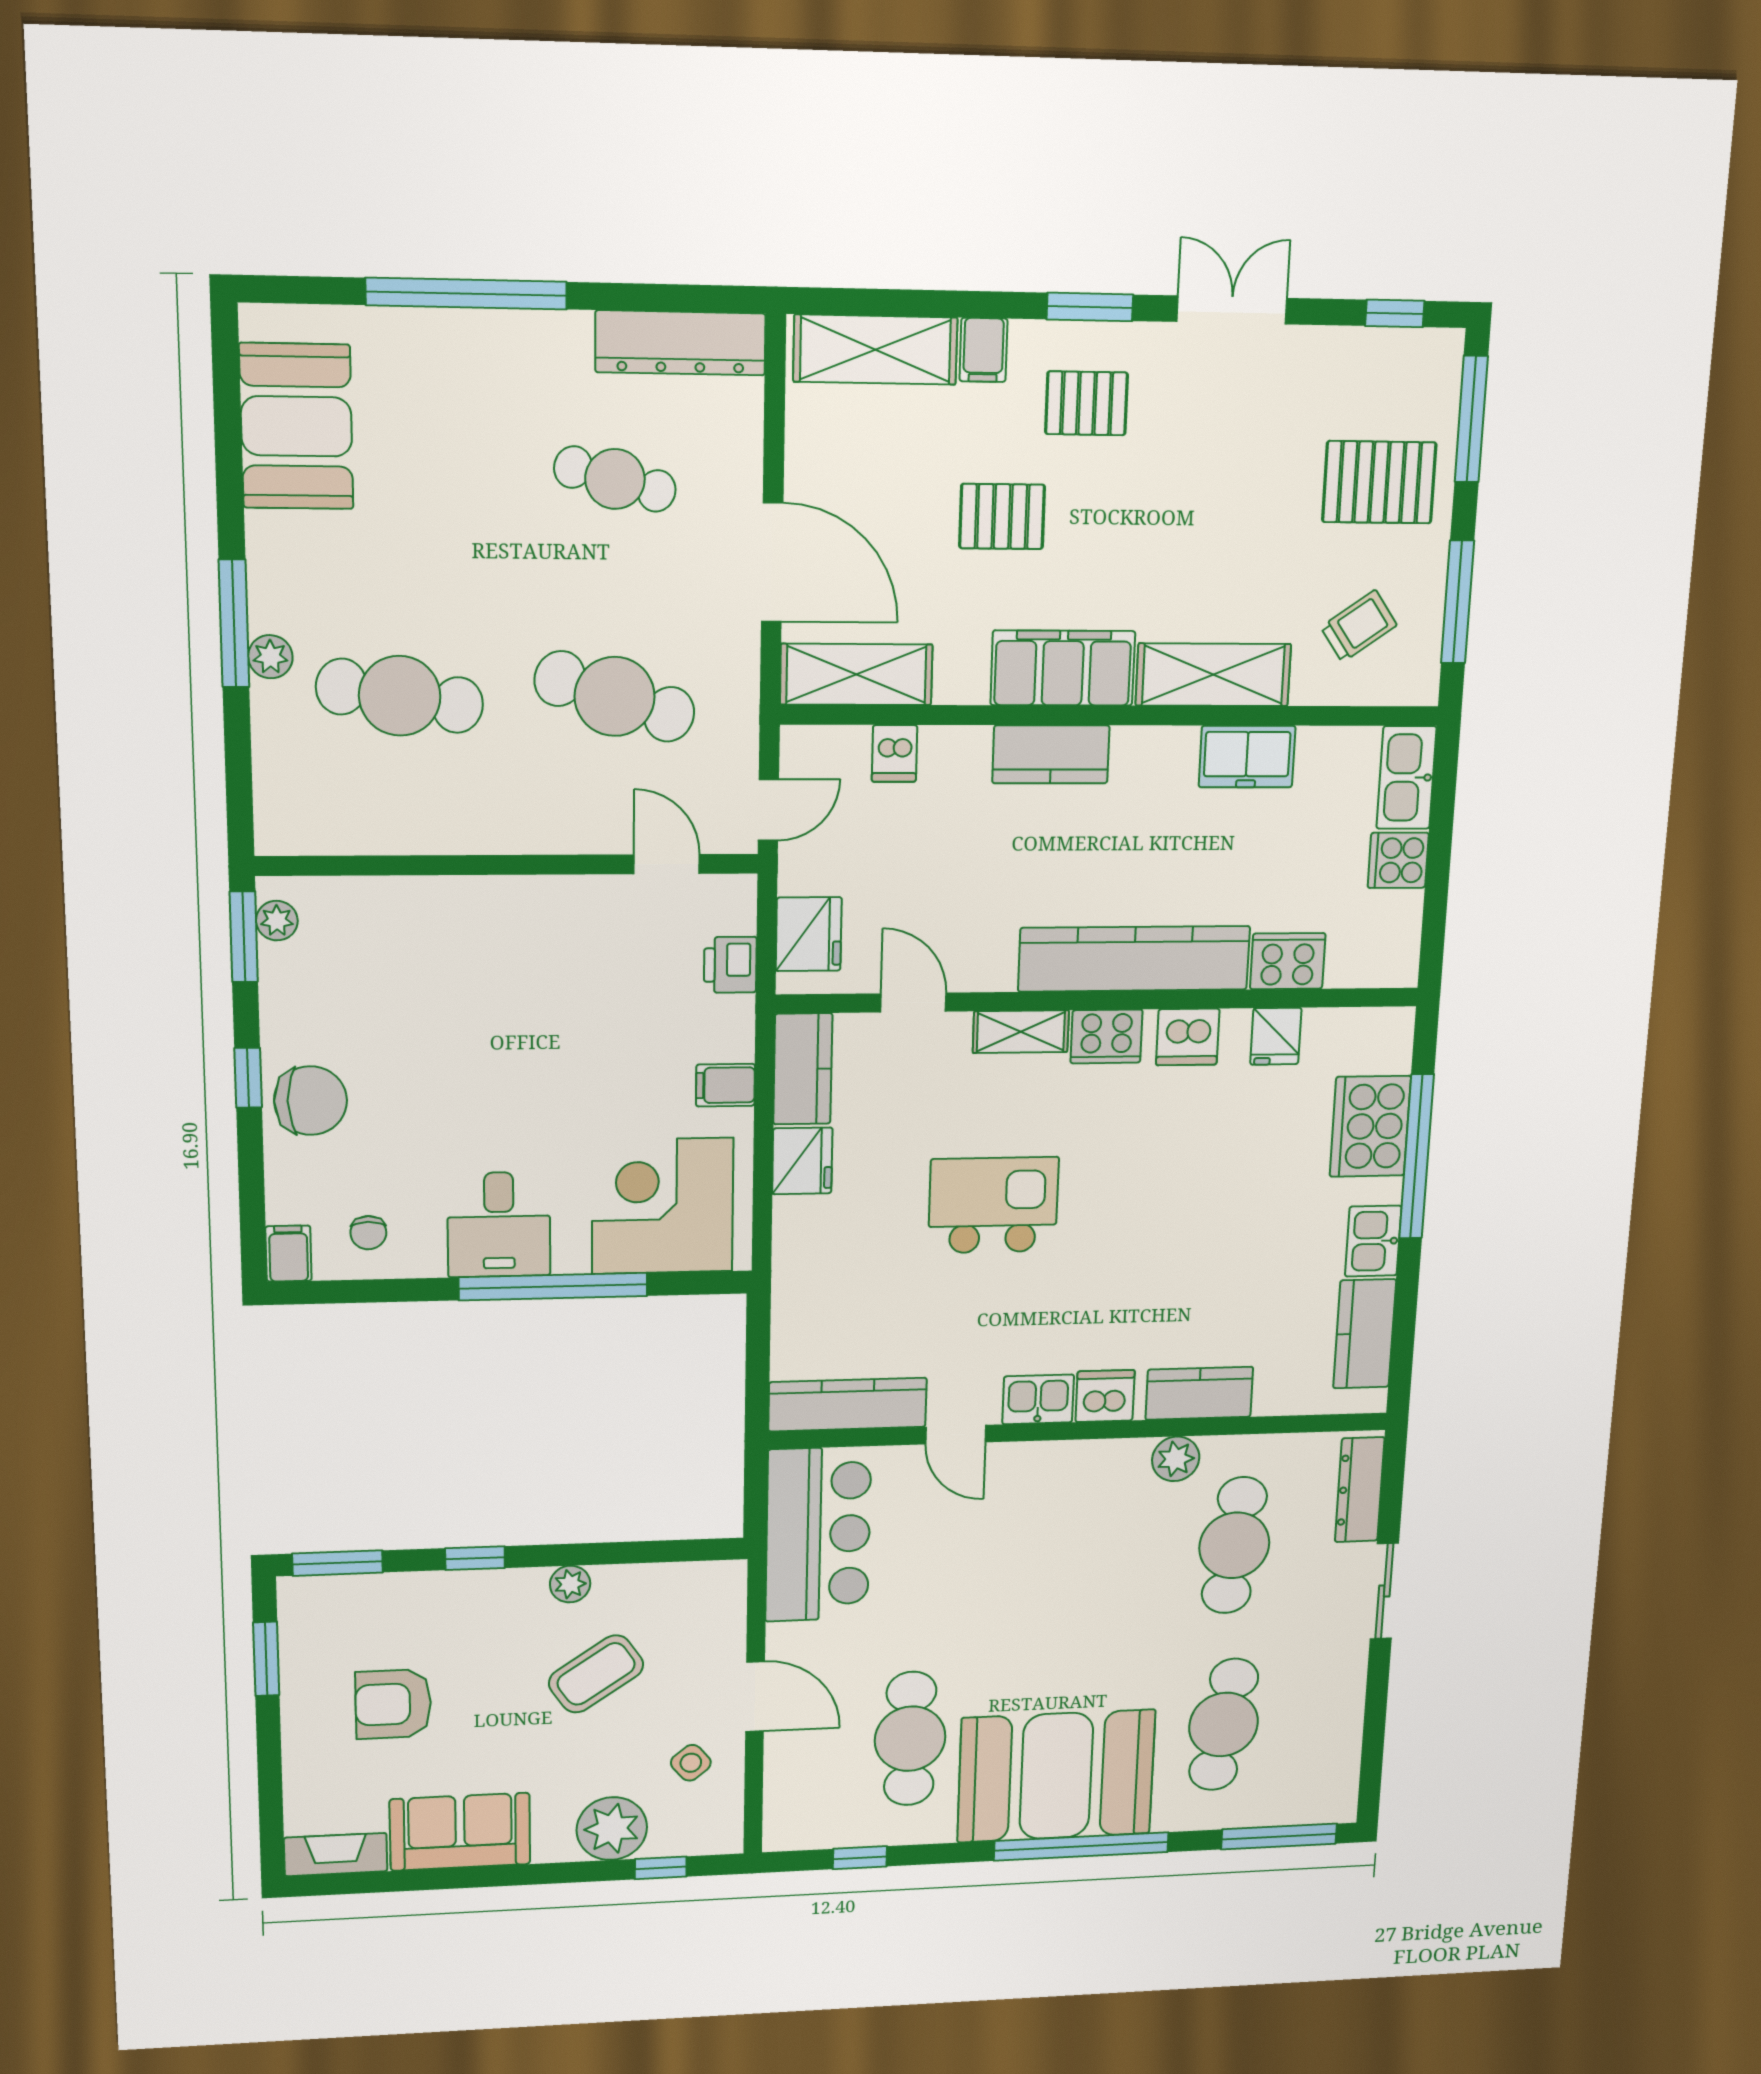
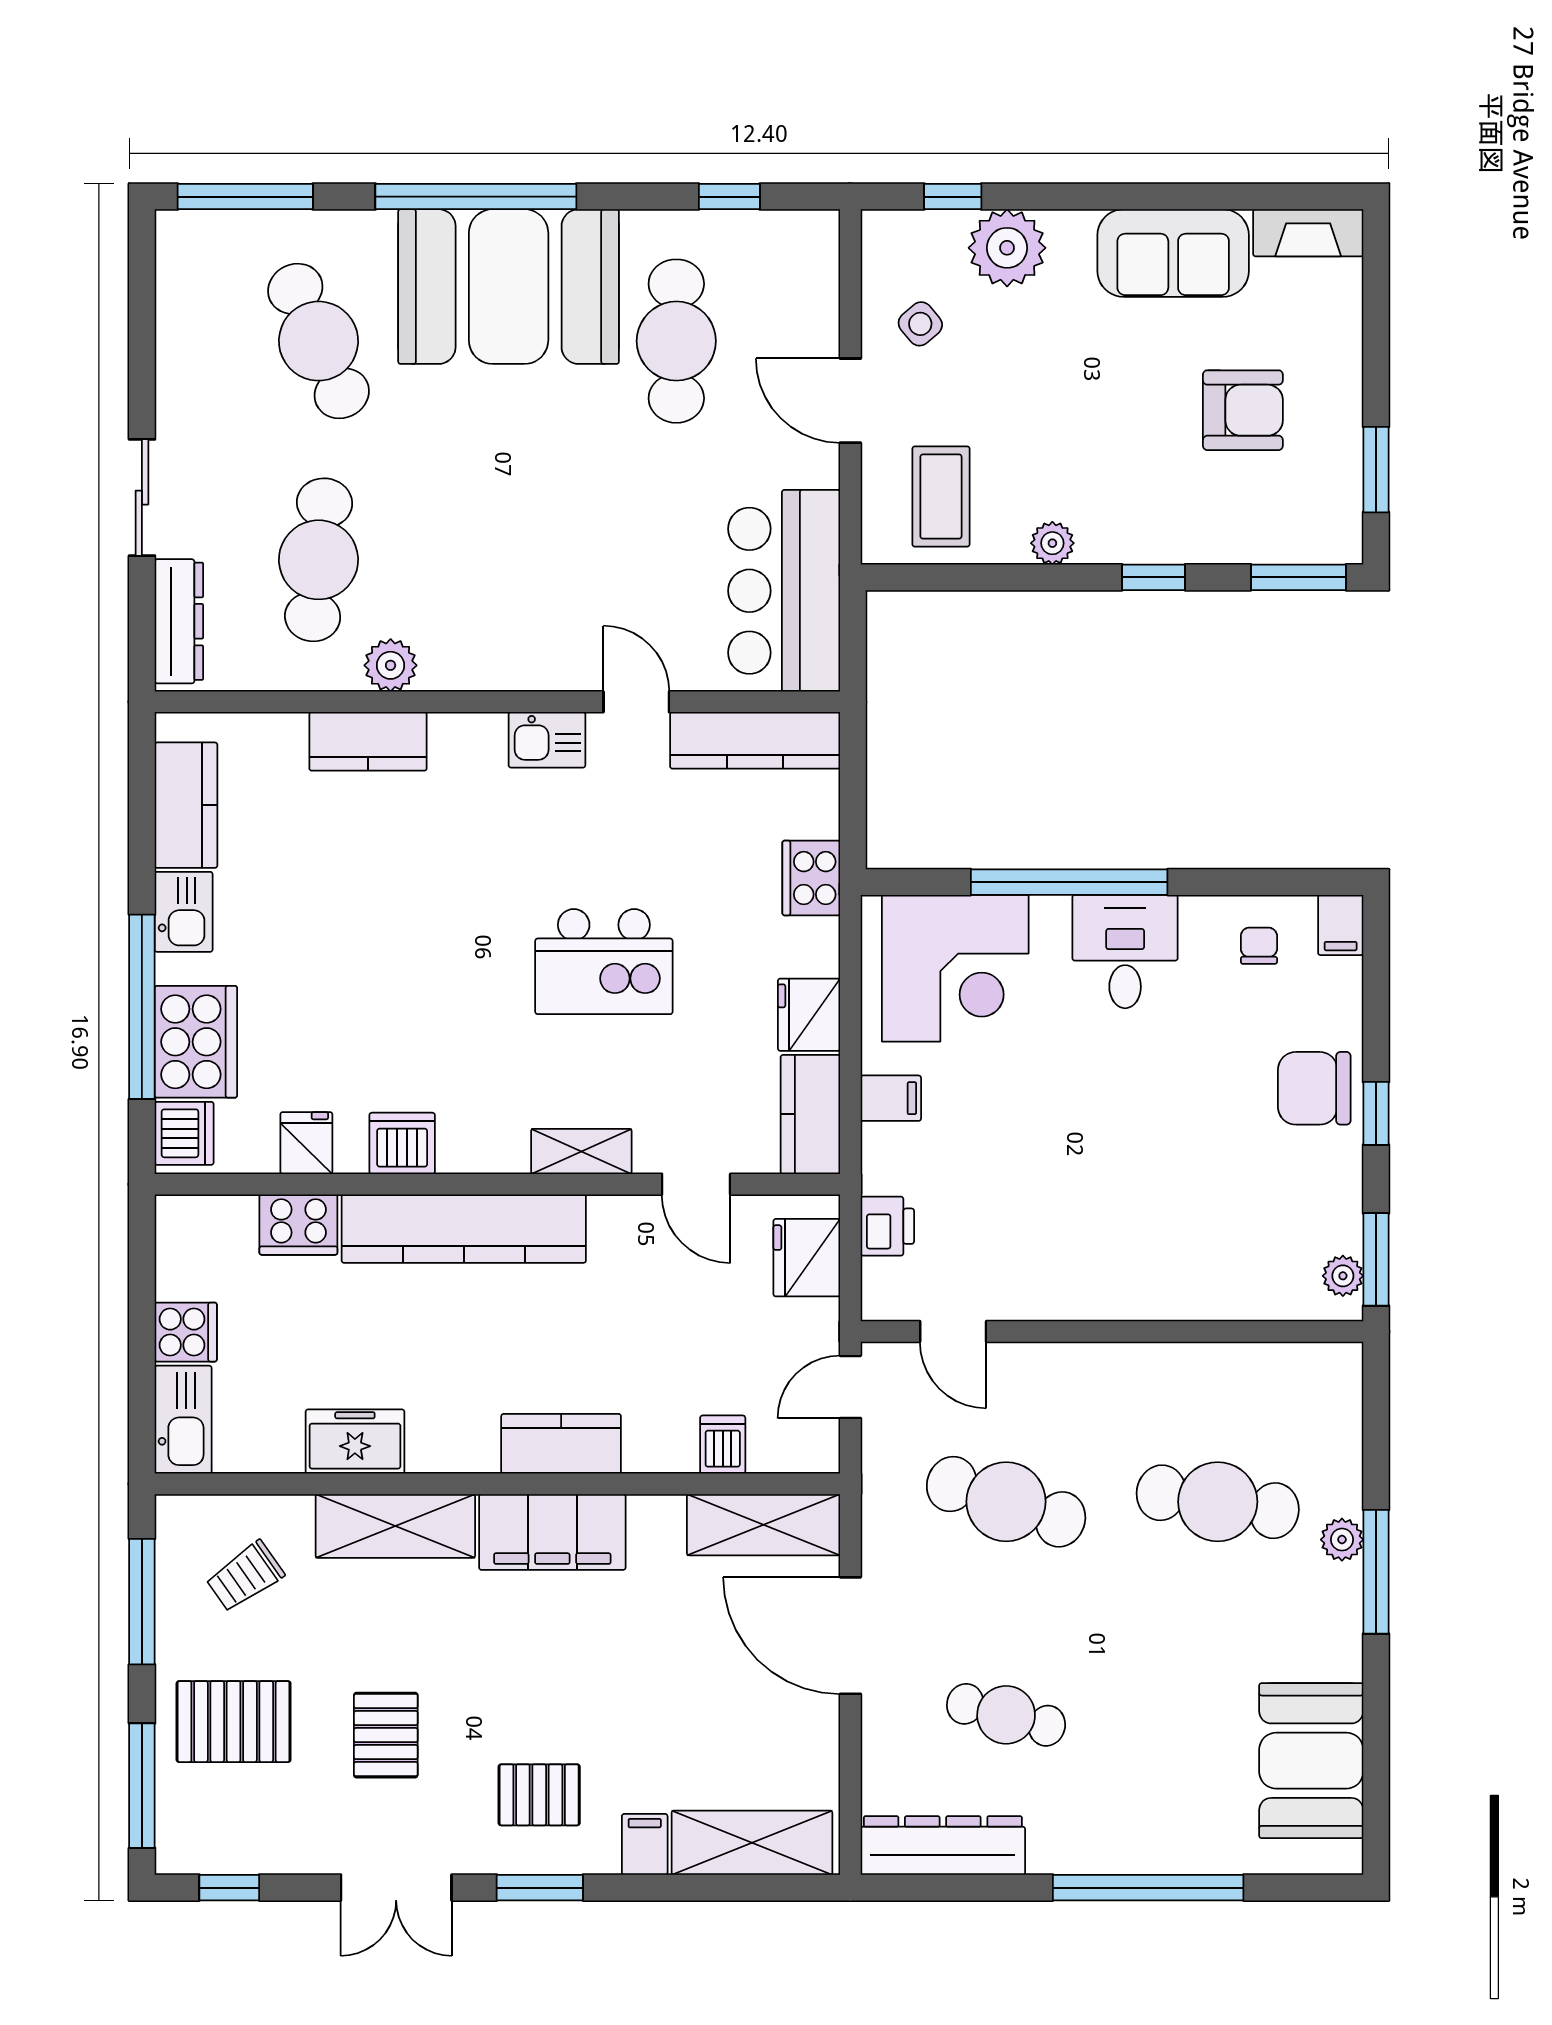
pallet: (1002, 516) -> (386, 1735), moved, turned 90
cooker: (1106, 1036) -> (811, 878), moved, turned -90
dishwasher: (1105, 1396) -> (184, 1133), moved, turned -90
coffee table: (596, 1674) -> (941, 496), moved, turned -56
cafe table: (1224, 1725) -> (319, 341), turned -33

